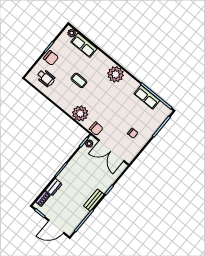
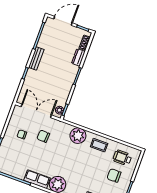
chair: (51, 58) -> (114, 175), moved
coffee table: (79, 80) -> (99, 145), moved
row of seats: (147, 97) -> (37, 179), moved
chair: (96, 129) -> (43, 136), moved

